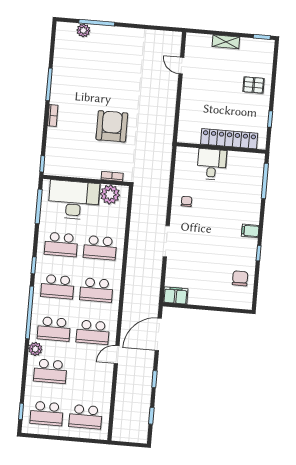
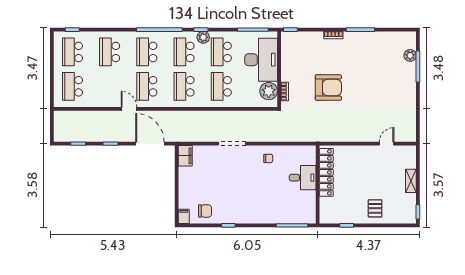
locker: (229, 139) -> (326, 172), moved
filing cabinet: (250, 231) -> (184, 216), moved
plant: (35, 349) -> (203, 37), moved

